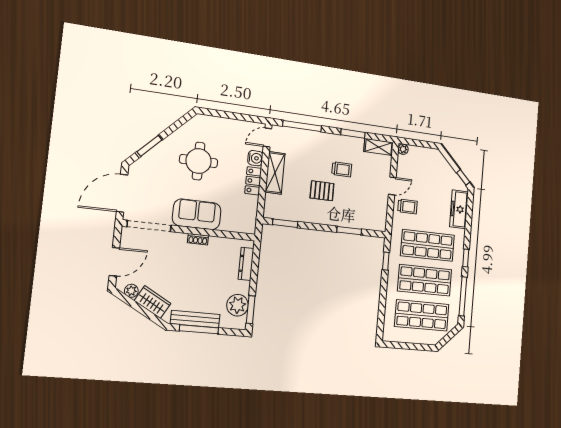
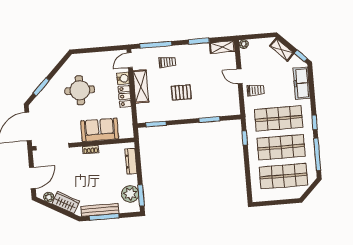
shelving: (444, 165) -> (282, 50), added
trolley: (342, 169) -> (167, 62), moved
door: (392, 186) -> (240, 76), swing flipped
sofa: (197, 214) -> (100, 130), moved

